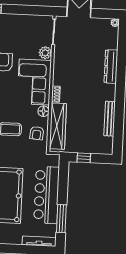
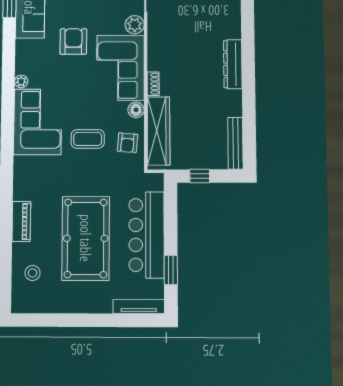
dresser: (111, 66) -> (233, 64), moved
bench: (110, 119) -> (235, 143), moved
window: (61, 219) -> (171, 270), width x0.69

